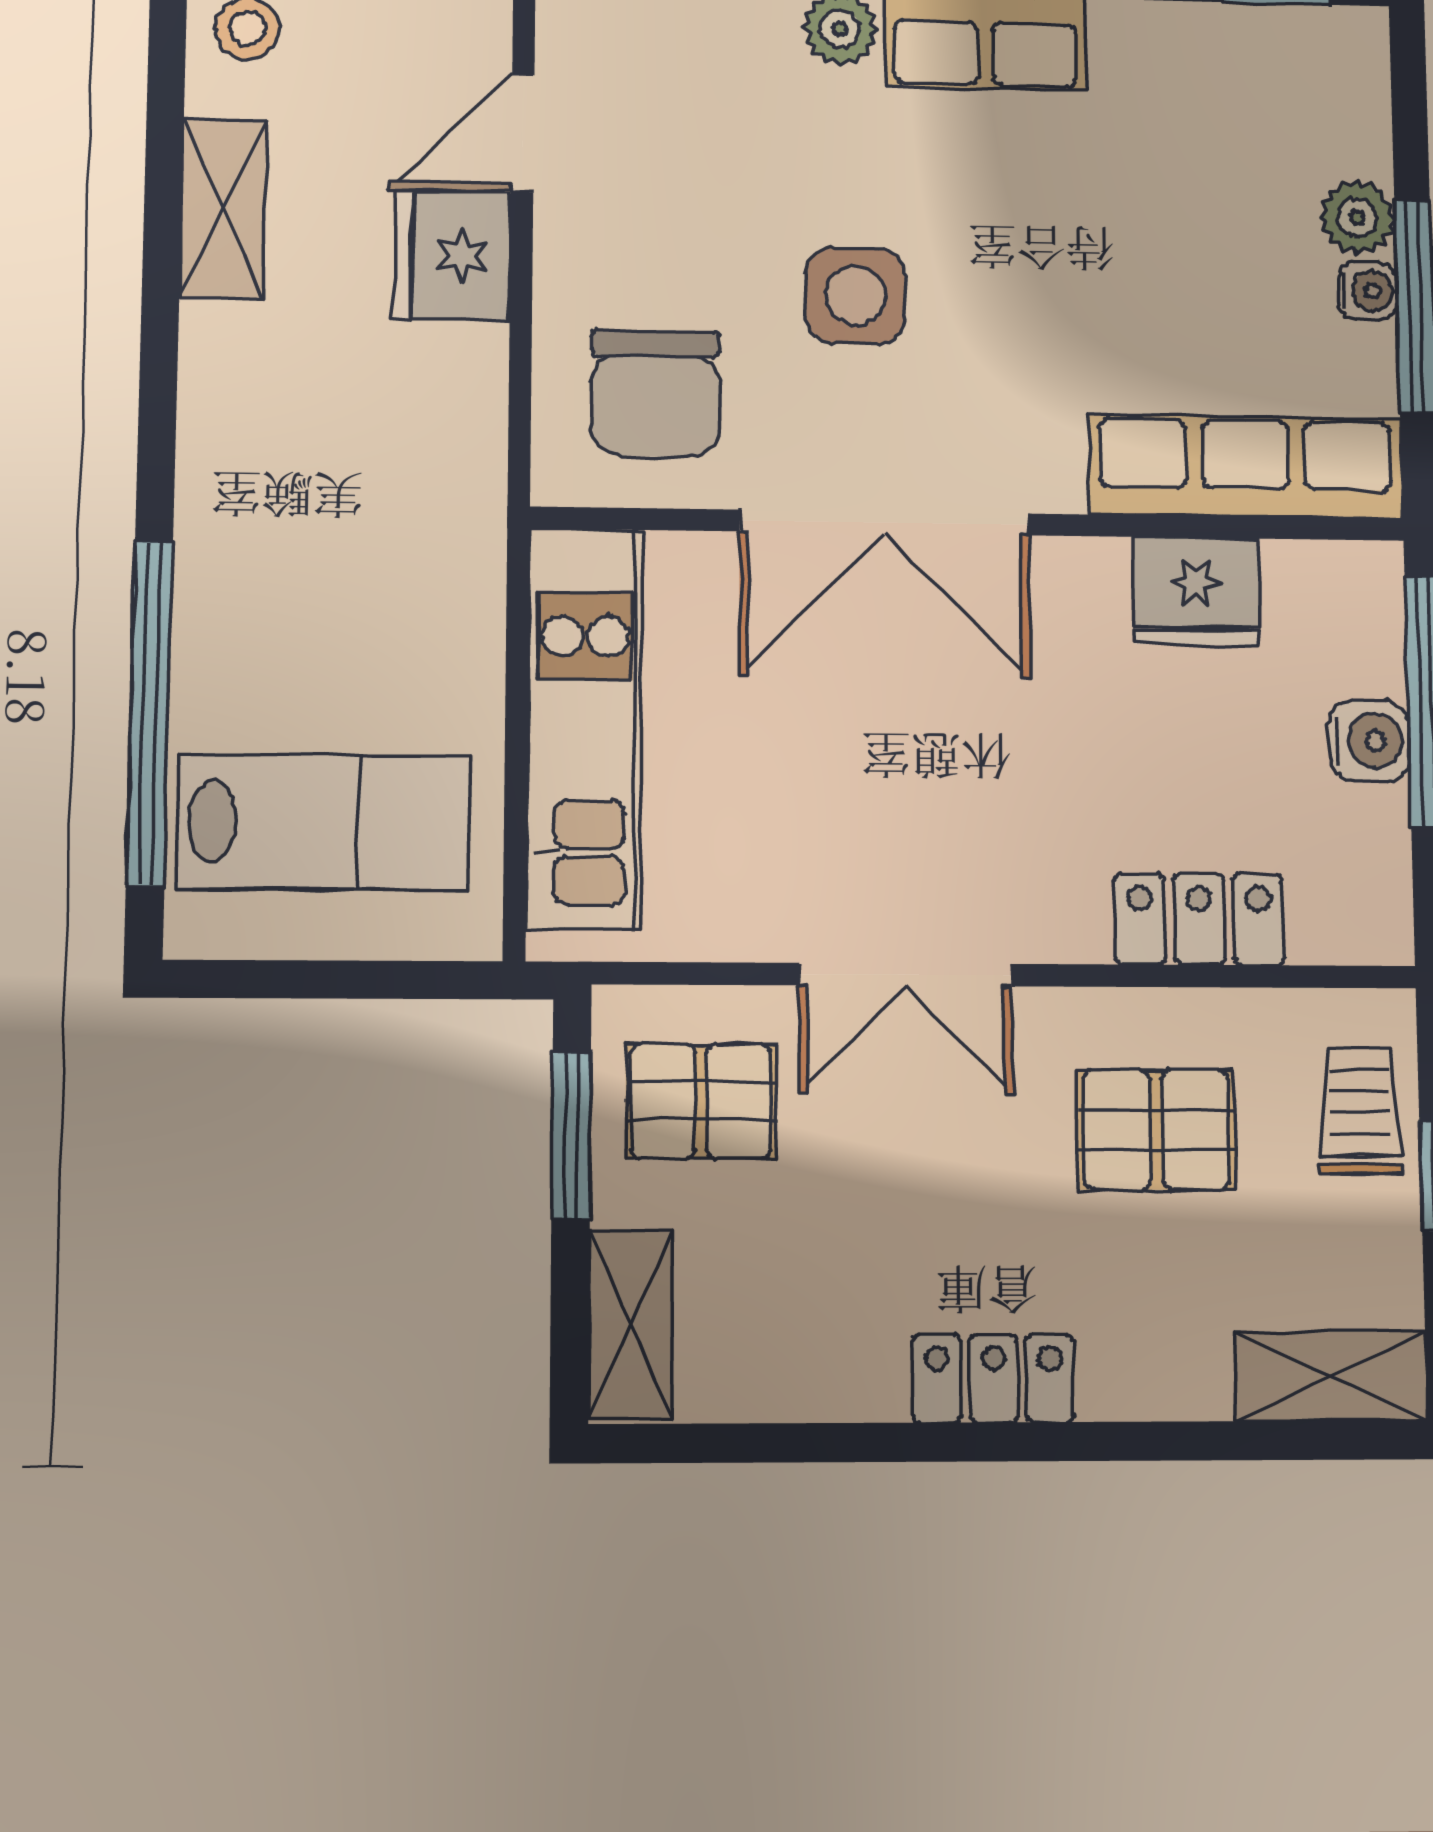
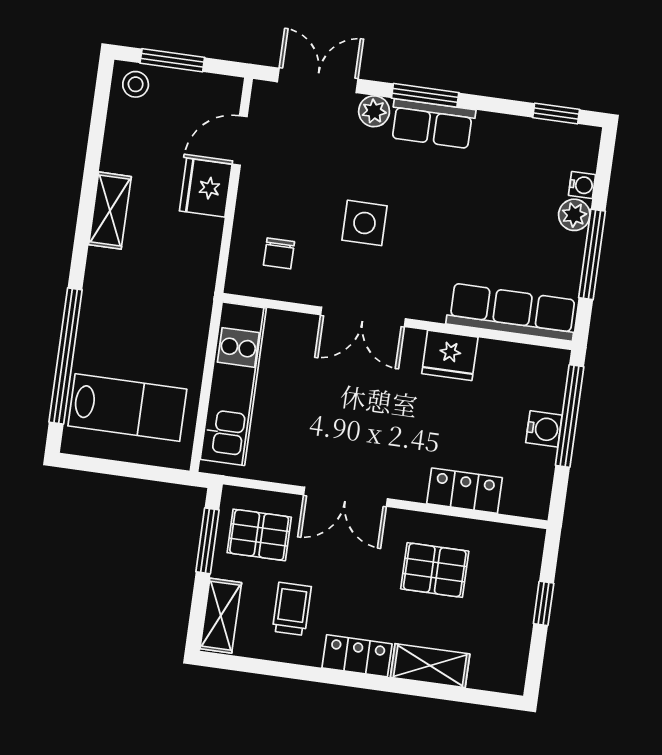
shelving: (223, 209) -> (110, 211), moved
water cooler: (1368, 290) -> (582, 185), moved
chair: (655, 394) -> (279, 253), width x0.54, depth x0.54
double door: (885, 523) -> (363, 317), width x0.73
fridge: (1196, 591) -> (450, 355), moved
trolley: (1360, 1111) -> (292, 609), moved
shelving: (1331, 1376) -> (430, 666), moved

